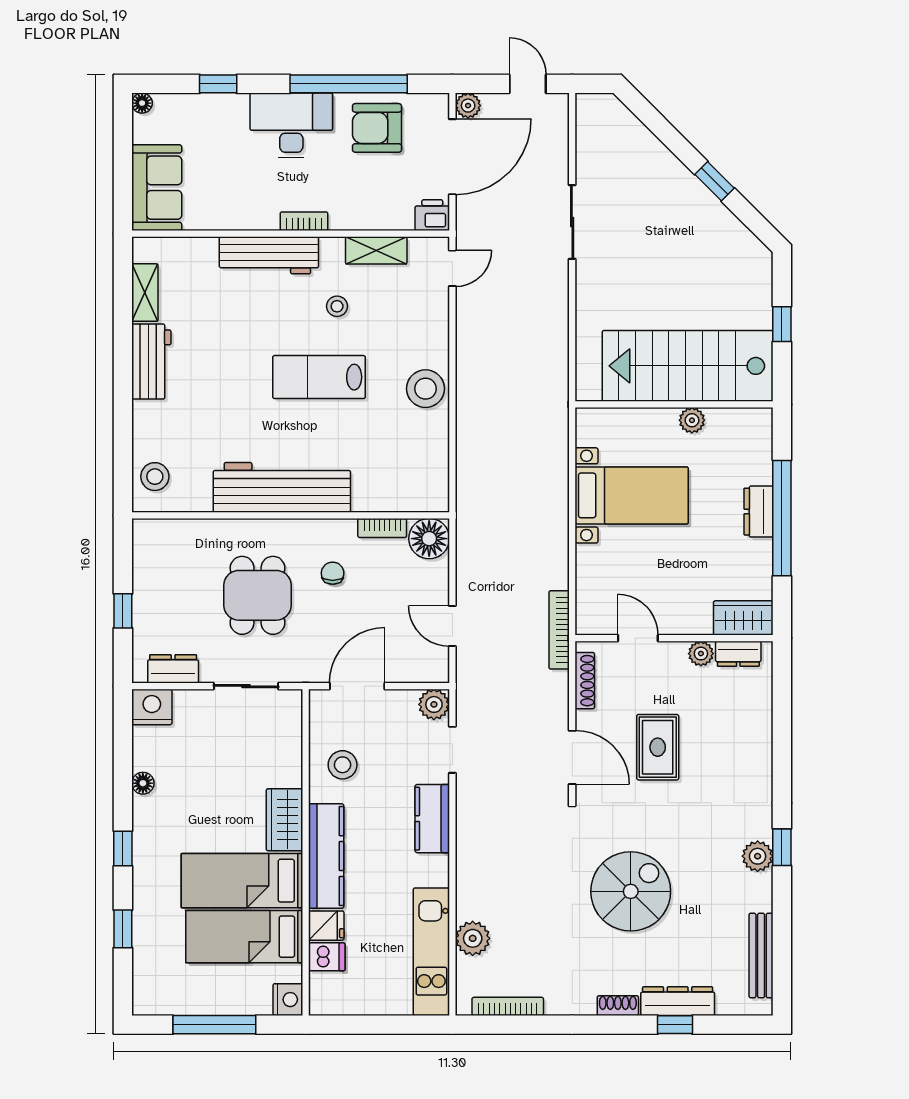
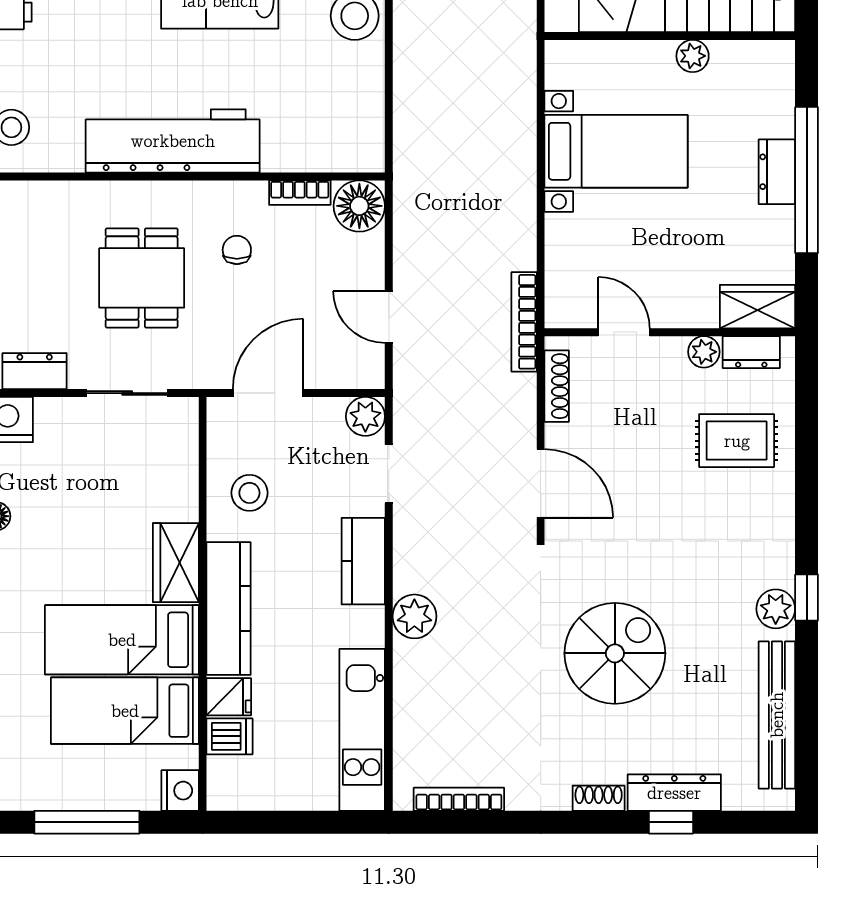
rug: (658, 747) -> (737, 441), moved, turned 90
plant: (473, 938) -> (414, 616), moved
bench: (761, 956) -> (777, 715), width x1.37, depth x1.21

